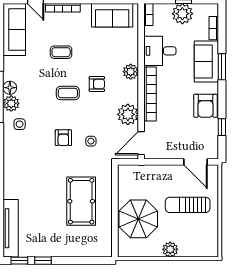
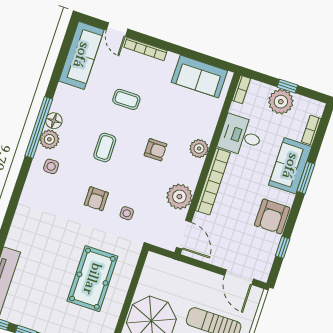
coffee table: (68, 93) -> (105, 147), moved, turned 90
door: (141, 143) -> (184, 235), swing flipped

